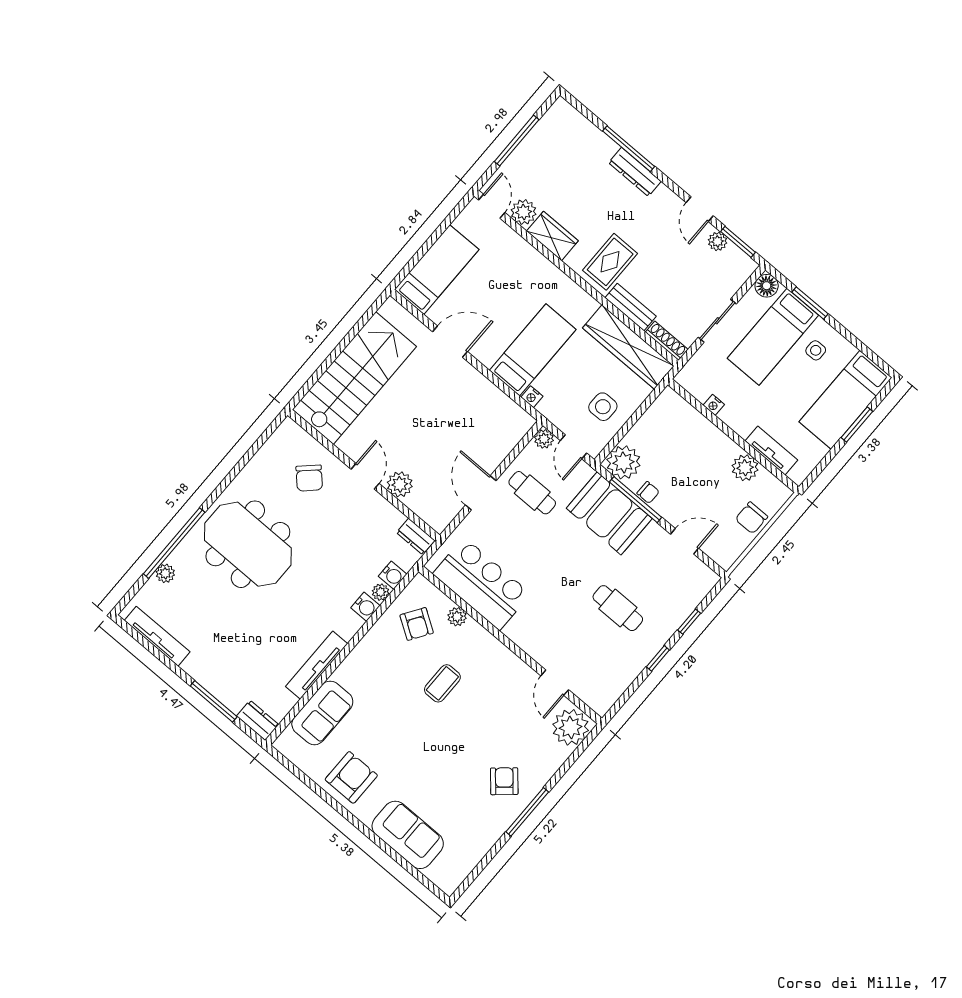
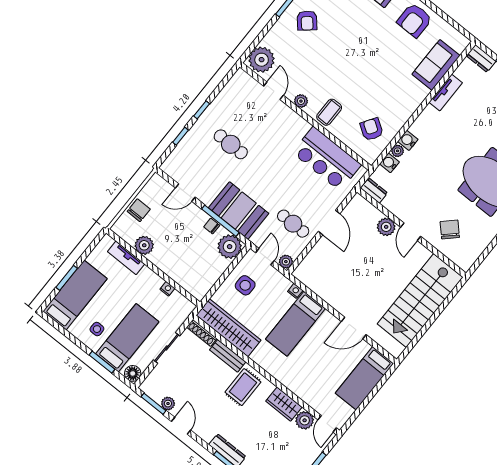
plant: (457, 617) -> (301, 101), moved
tv unit: (317, 665) -> (446, 93), width x0.71
coffee table: (442, 683) -> (329, 112), moved

